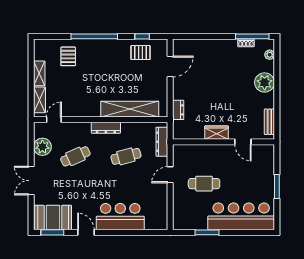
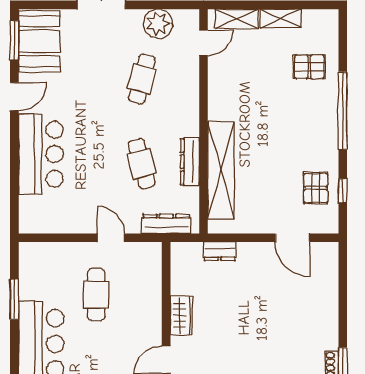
door: (54, 120) -> (204, 43), hinge flipped
dresser: (106, 128) -> (190, 162), moved
cafe table: (75, 156) -> (142, 79), turned 39

